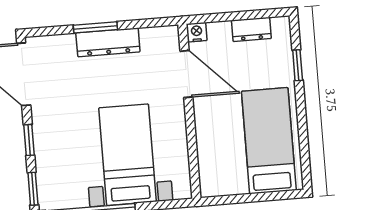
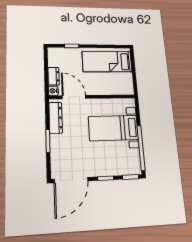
dresser: (251, 29) -> (54, 76), moved
dresser: (108, 42) -> (56, 118), moved
door: (186, 74) -> (74, 97), hinge flipped

